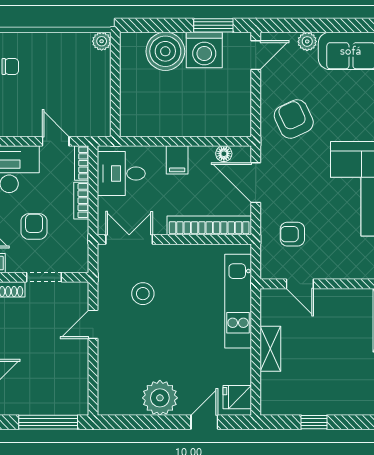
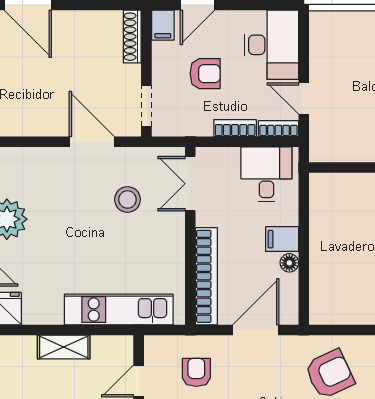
door: (56, 141) -> (304, 99), swing flipped
floor lamp: (224, 154) -> (289, 263), moved
double door: (129, 239) -> (190, 184), swing flipped
doorway: (44, 277) -> (146, 106), moved
door: (93, 324) -> (92, 142), width x1.38

